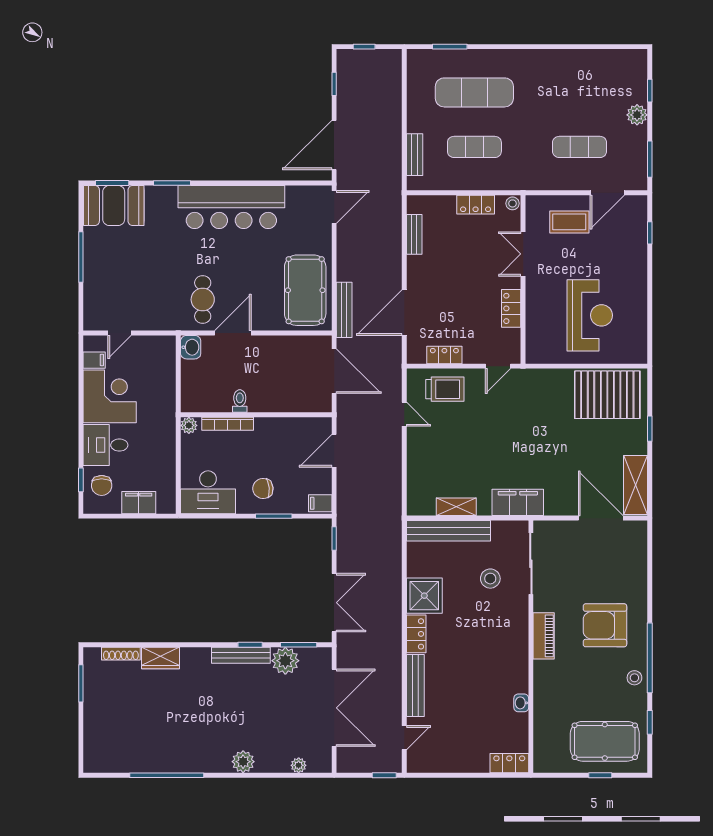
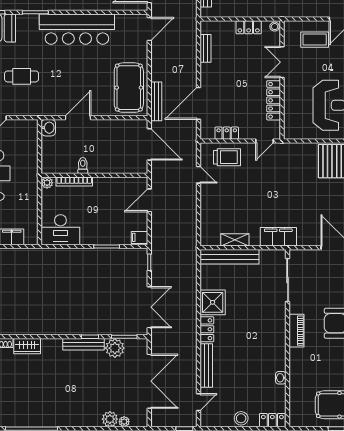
cafe table: (203, 300) -> (22, 76), moved, turned 90
locker: (511, 308) -> (274, 100), width x1.53
chair: (263, 488) -> (99, 227), removed
stool: (490, 579) -> (241, 418), moved
plant: (243, 762) -> (110, 419), moved

